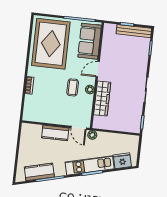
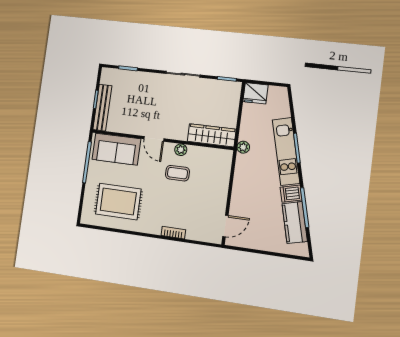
bench: (134, 31) -> (102, 108), moved
rug: (51, 44) -> (118, 202), width x0.73, depth x0.69
wardrobe: (102, 98) -> (212, 135), moved
door: (79, 128) -> (225, 226), moved
kitchen counter: (55, 133) -> (240, 199), removed
fridge: (122, 161) -> (255, 93), moved, turned -76
dishwasher: (60, 169) -> (291, 194), added

